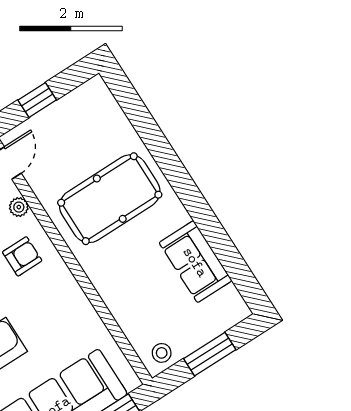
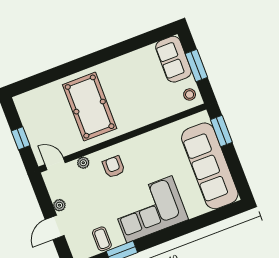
sofa: (195, 262) -> (173, 59), moved, turned 90

